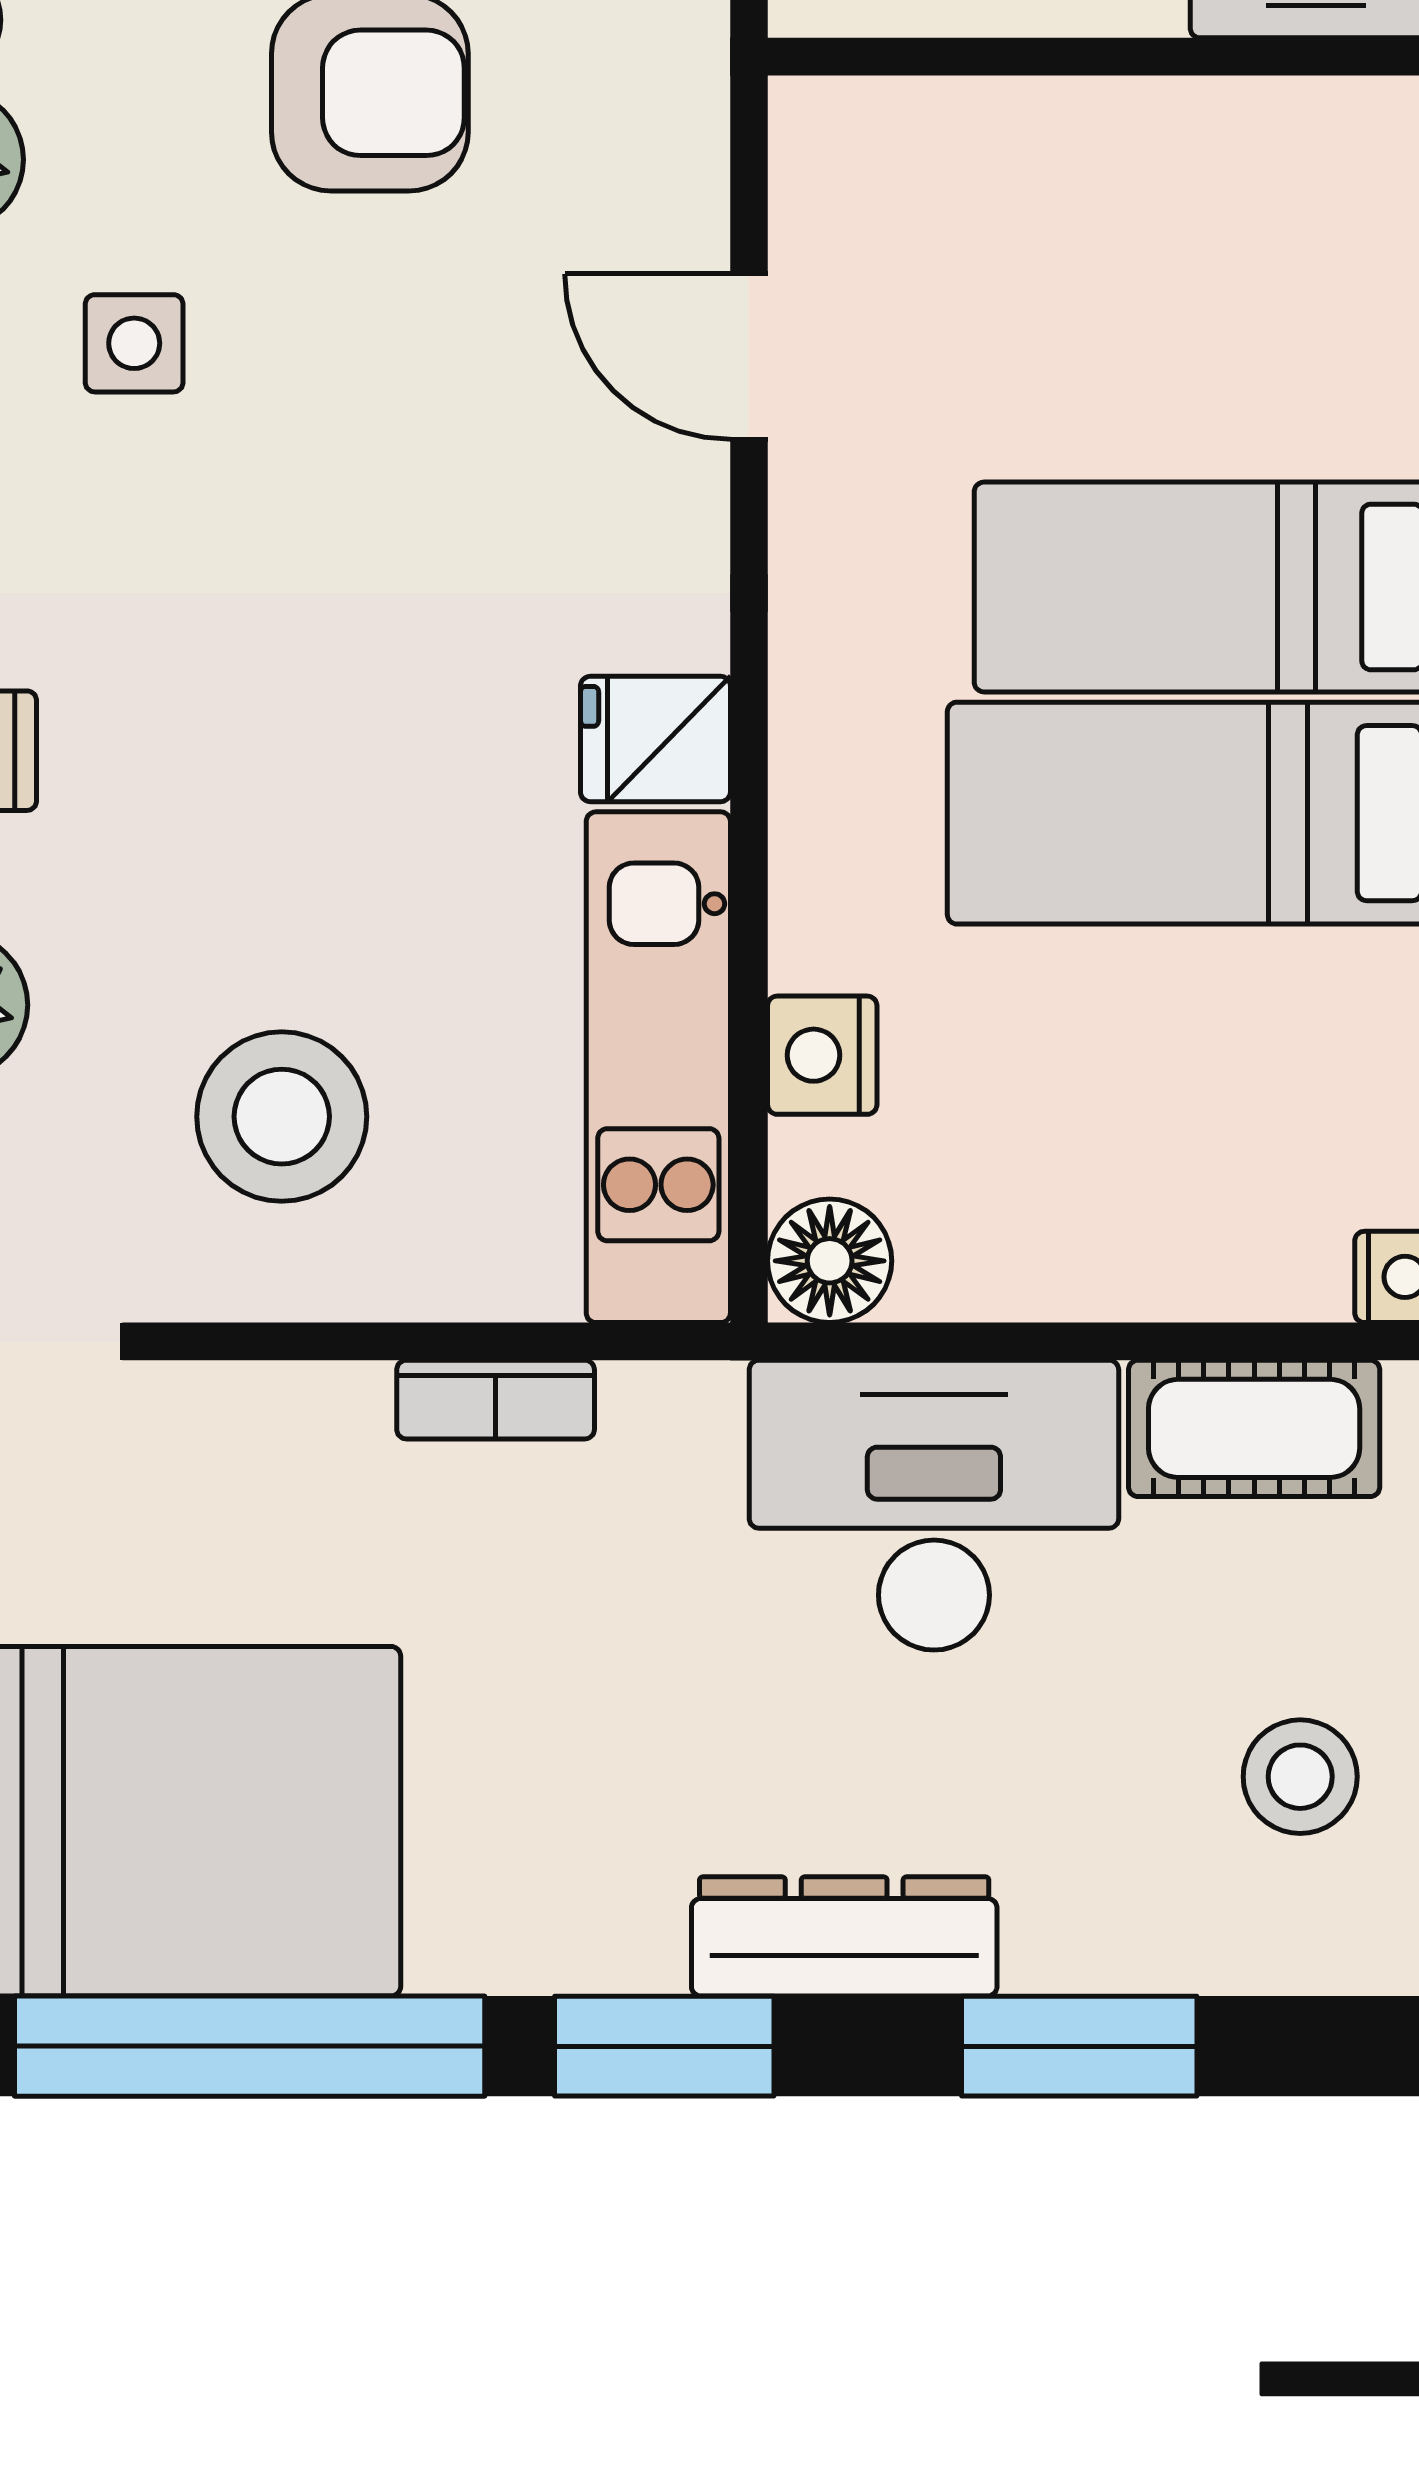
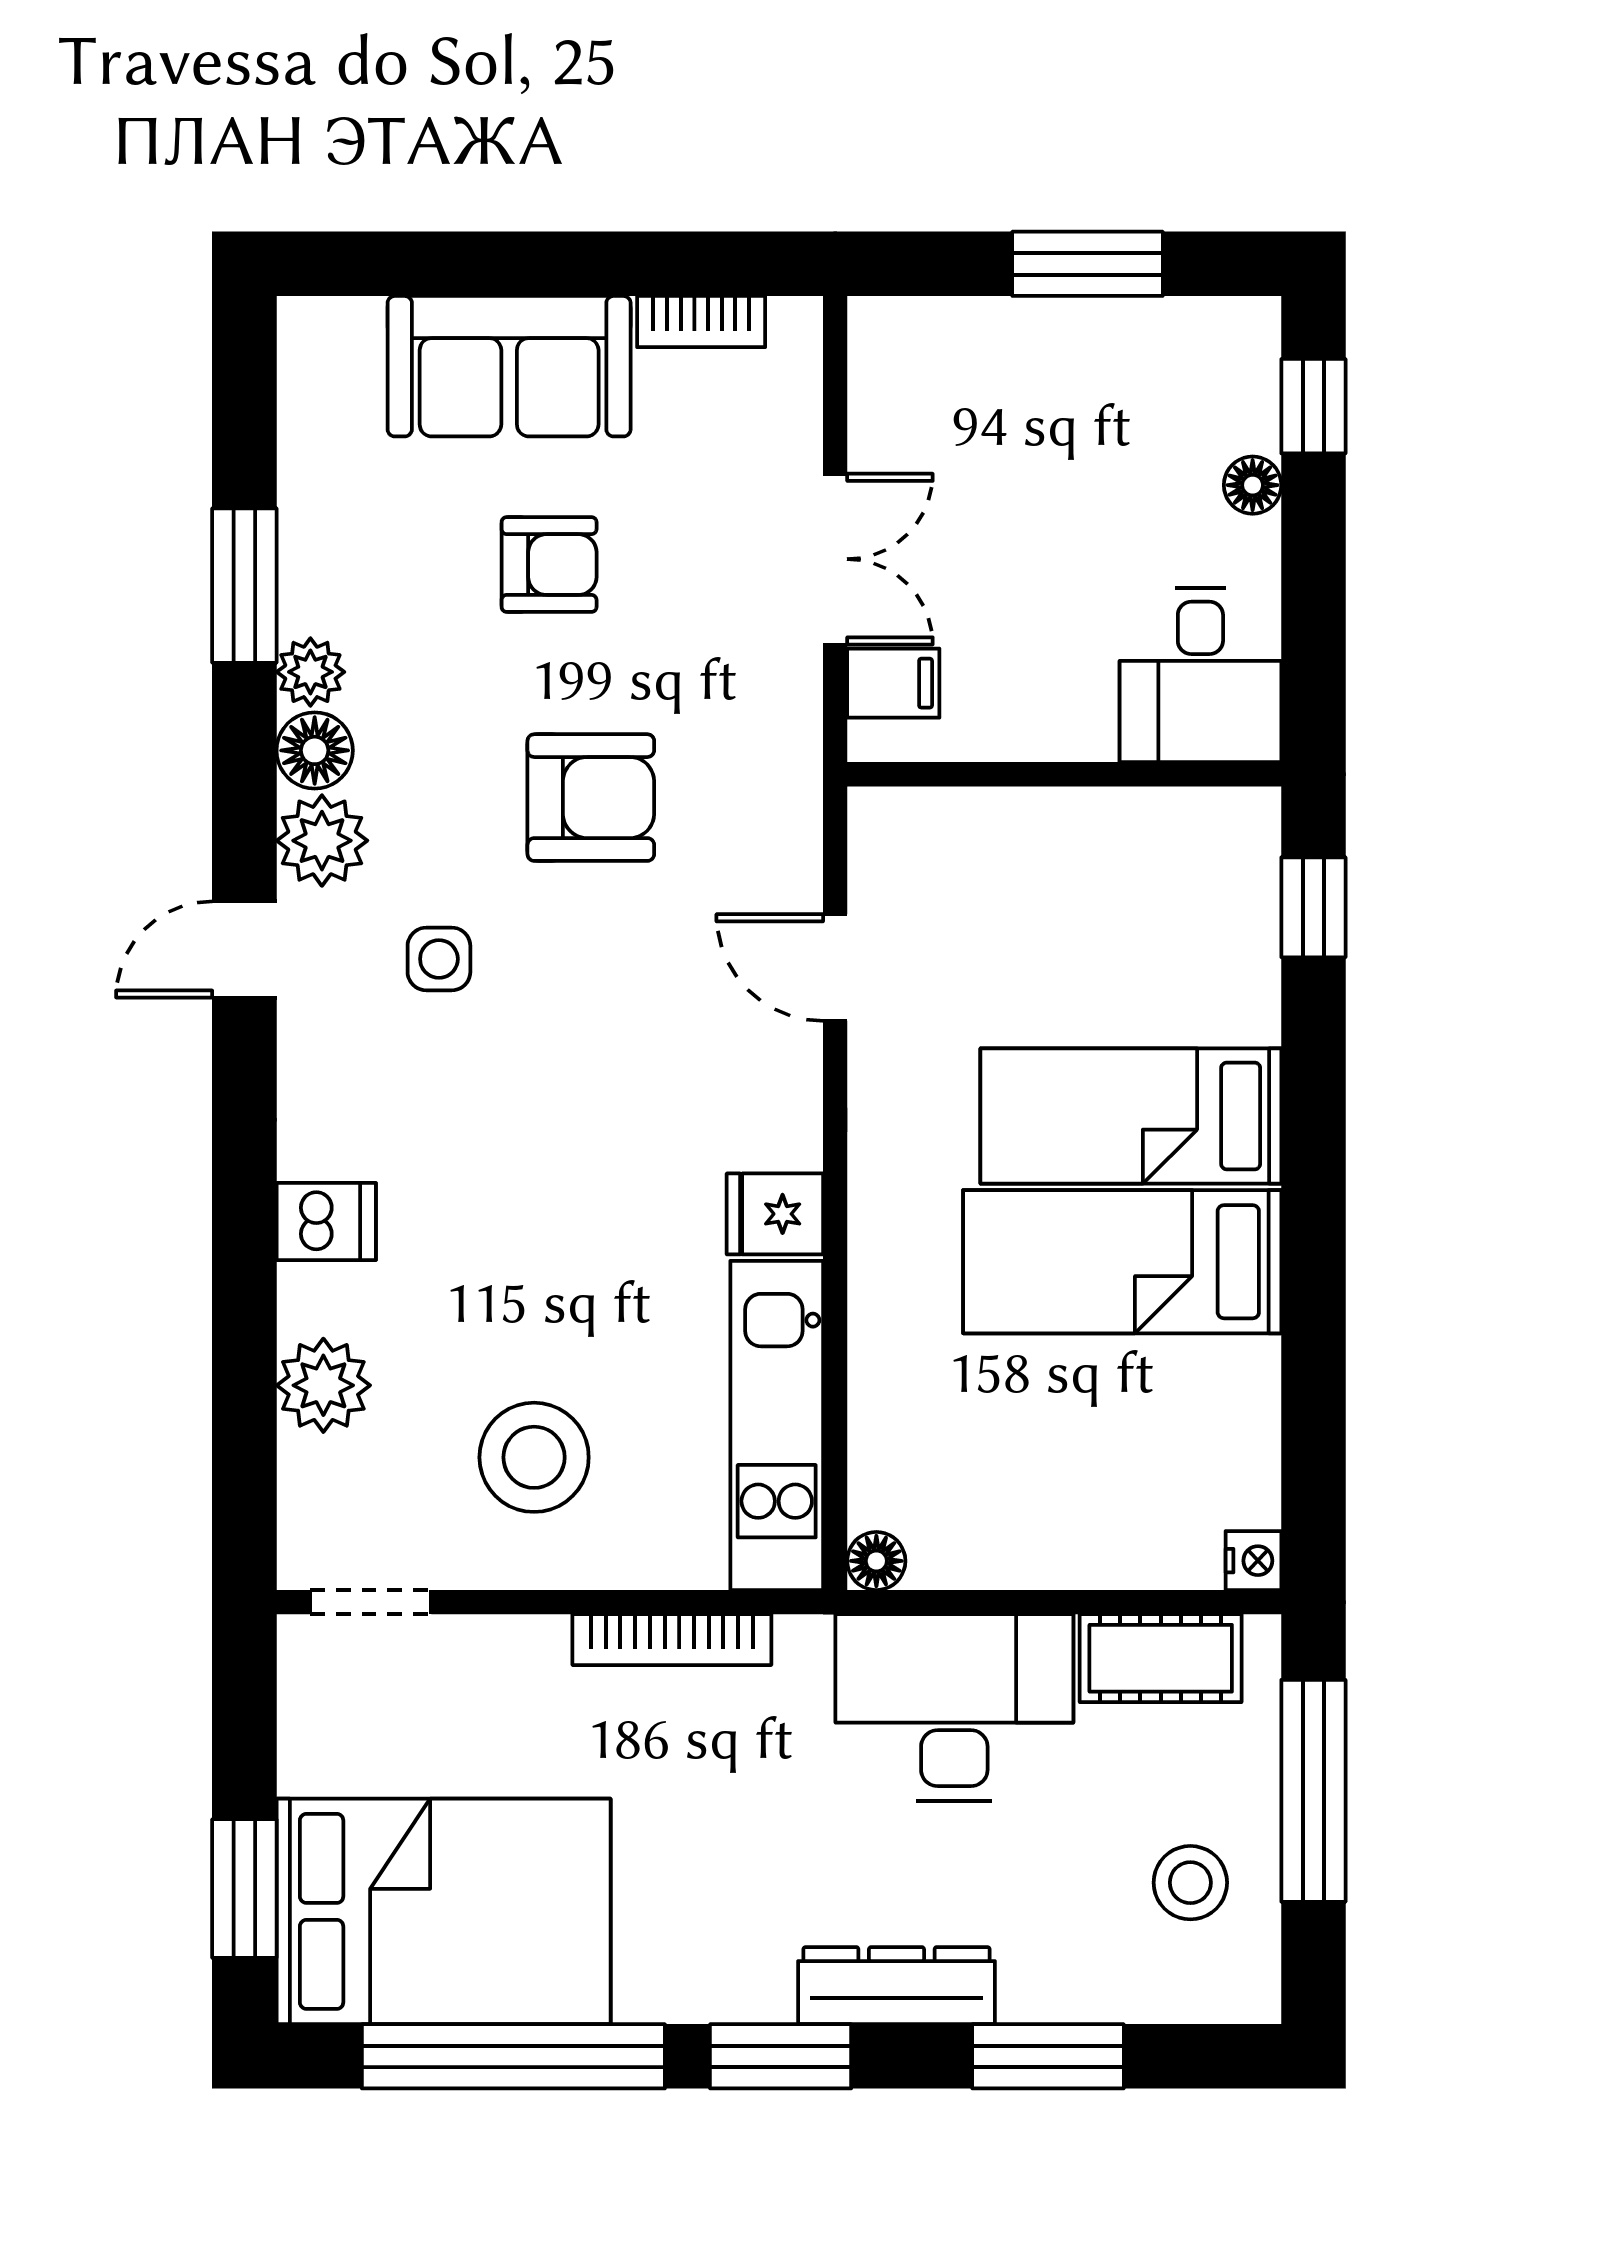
nightstand: (822, 1055) -> (882, 1418), removed
floor lamp: (830, 1261) -> (876, 1561), width x0.73, depth x0.73
bookcase: (496, 1400) -> (672, 1640), width x1.56

